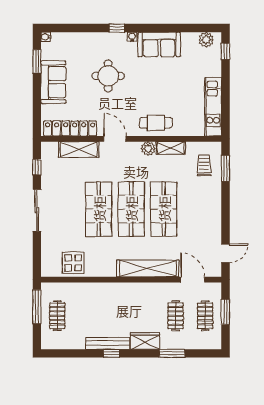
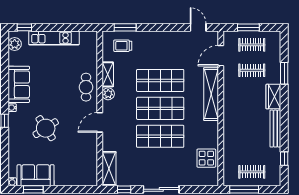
round table: (108, 76) -> (46, 128), turned -33
sofa: (53, 82) -> (36, 175), moved
kitchen unit: (213, 107) -> (54, 38), moved
locker: (70, 128) -> (91, 161), removed
shelving: (79, 150) -> (109, 169), moved
window: (111, 353) -> (284, 159), moved

